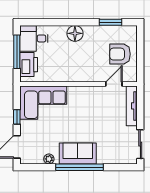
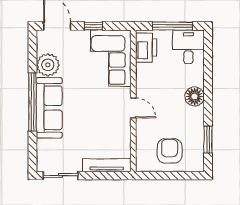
printer: (29, 65) -> (146, 48), moved, turned -90
door: (114, 84) -> (133, 108), moved
sofa: (78, 153) -> (49, 108), width x1.36
plant: (49, 159) -> (48, 65), width x1.88, depth x1.88

